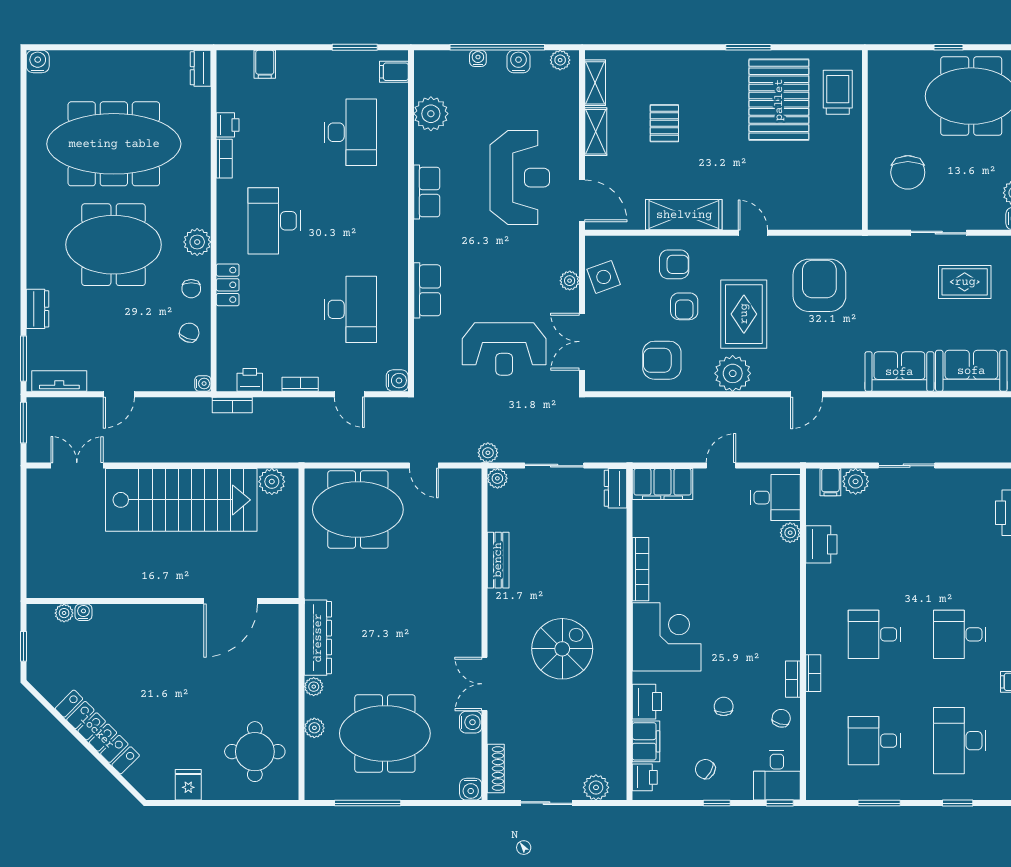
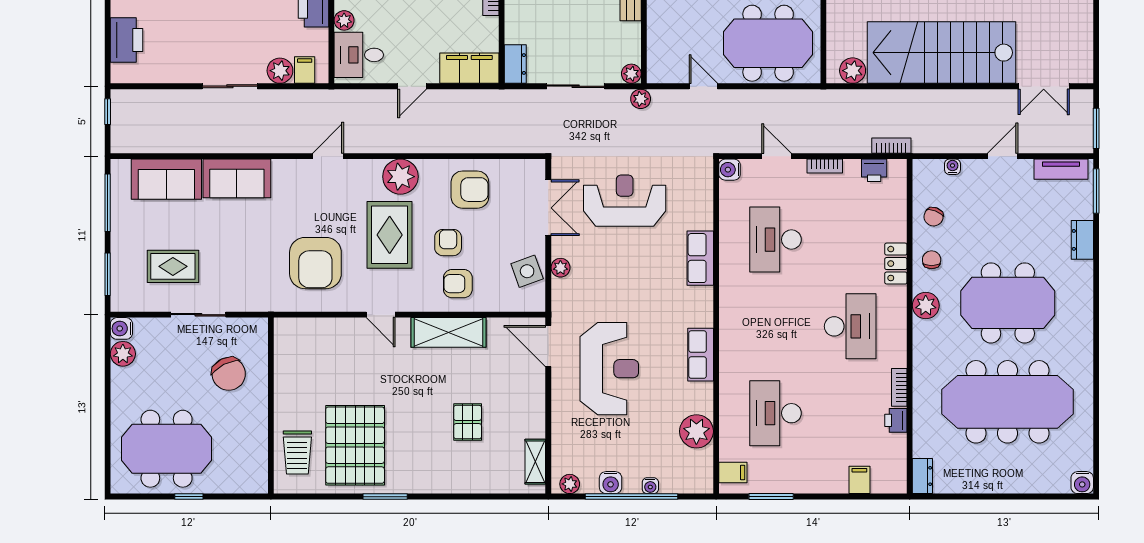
shelving: (596, 132) -> (535, 414), removed
chair: (908, 172) -> (229, 374), turned 153
reception desk: (520, 178) -> (609, 369), turned 180
water cooler: (203, 383) -> (953, 167), moved, turned 90

